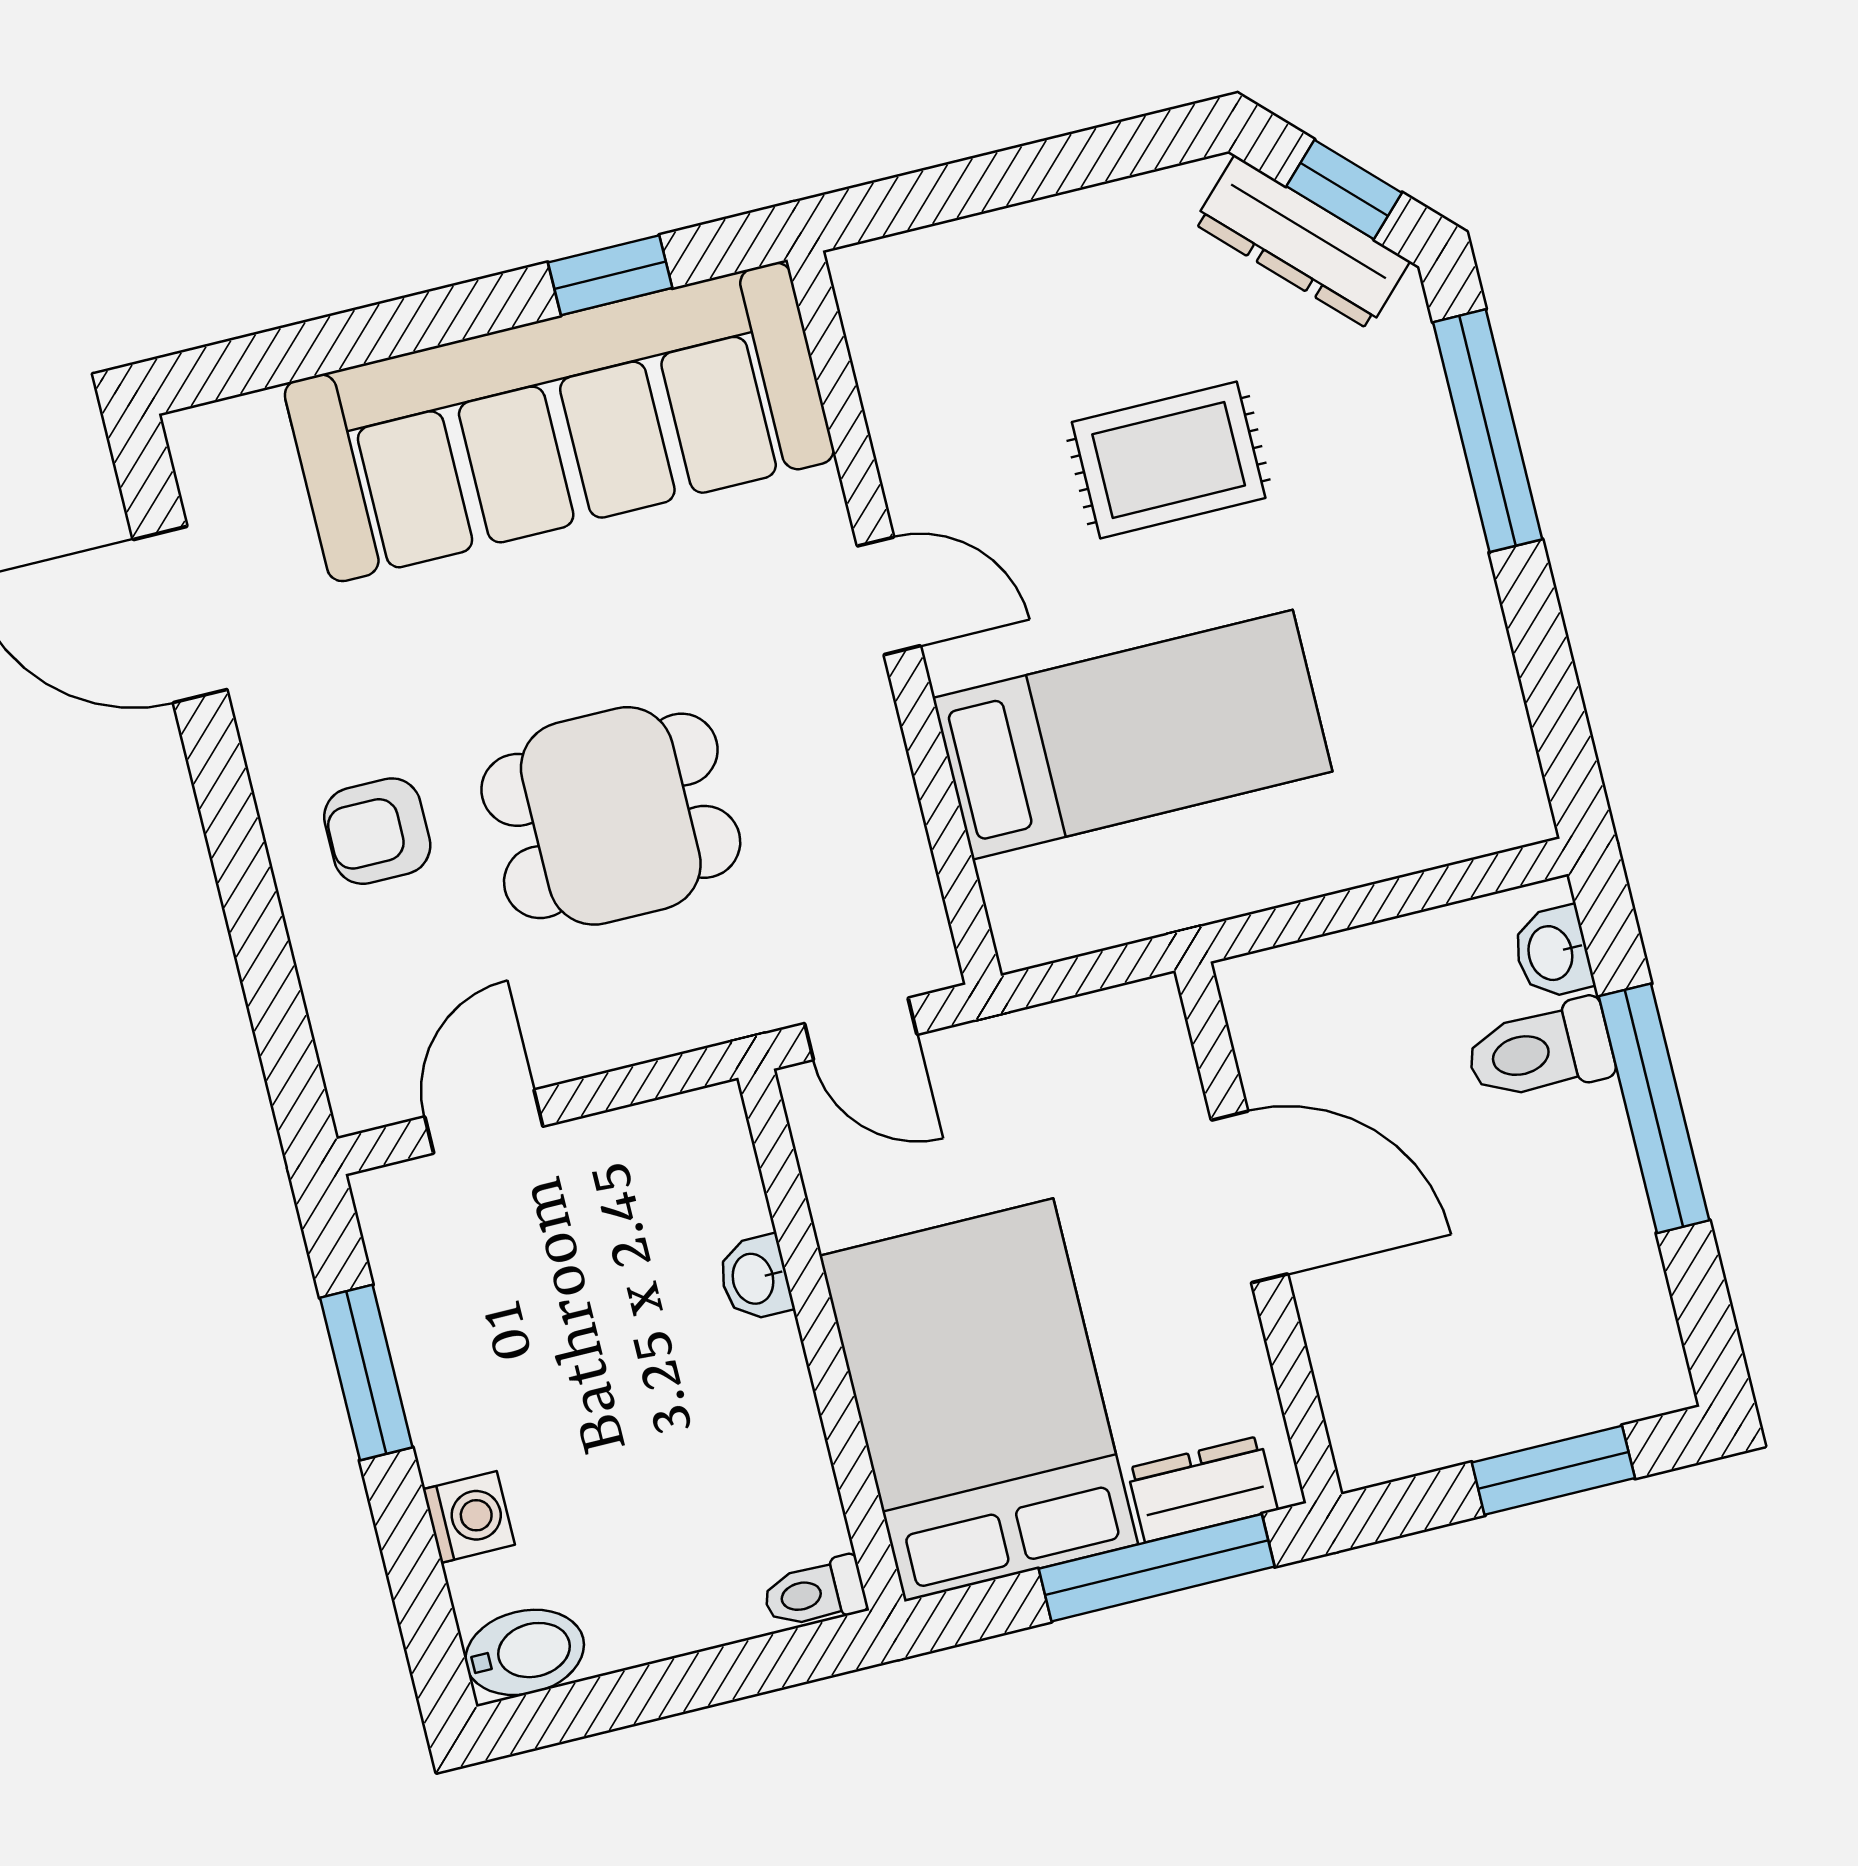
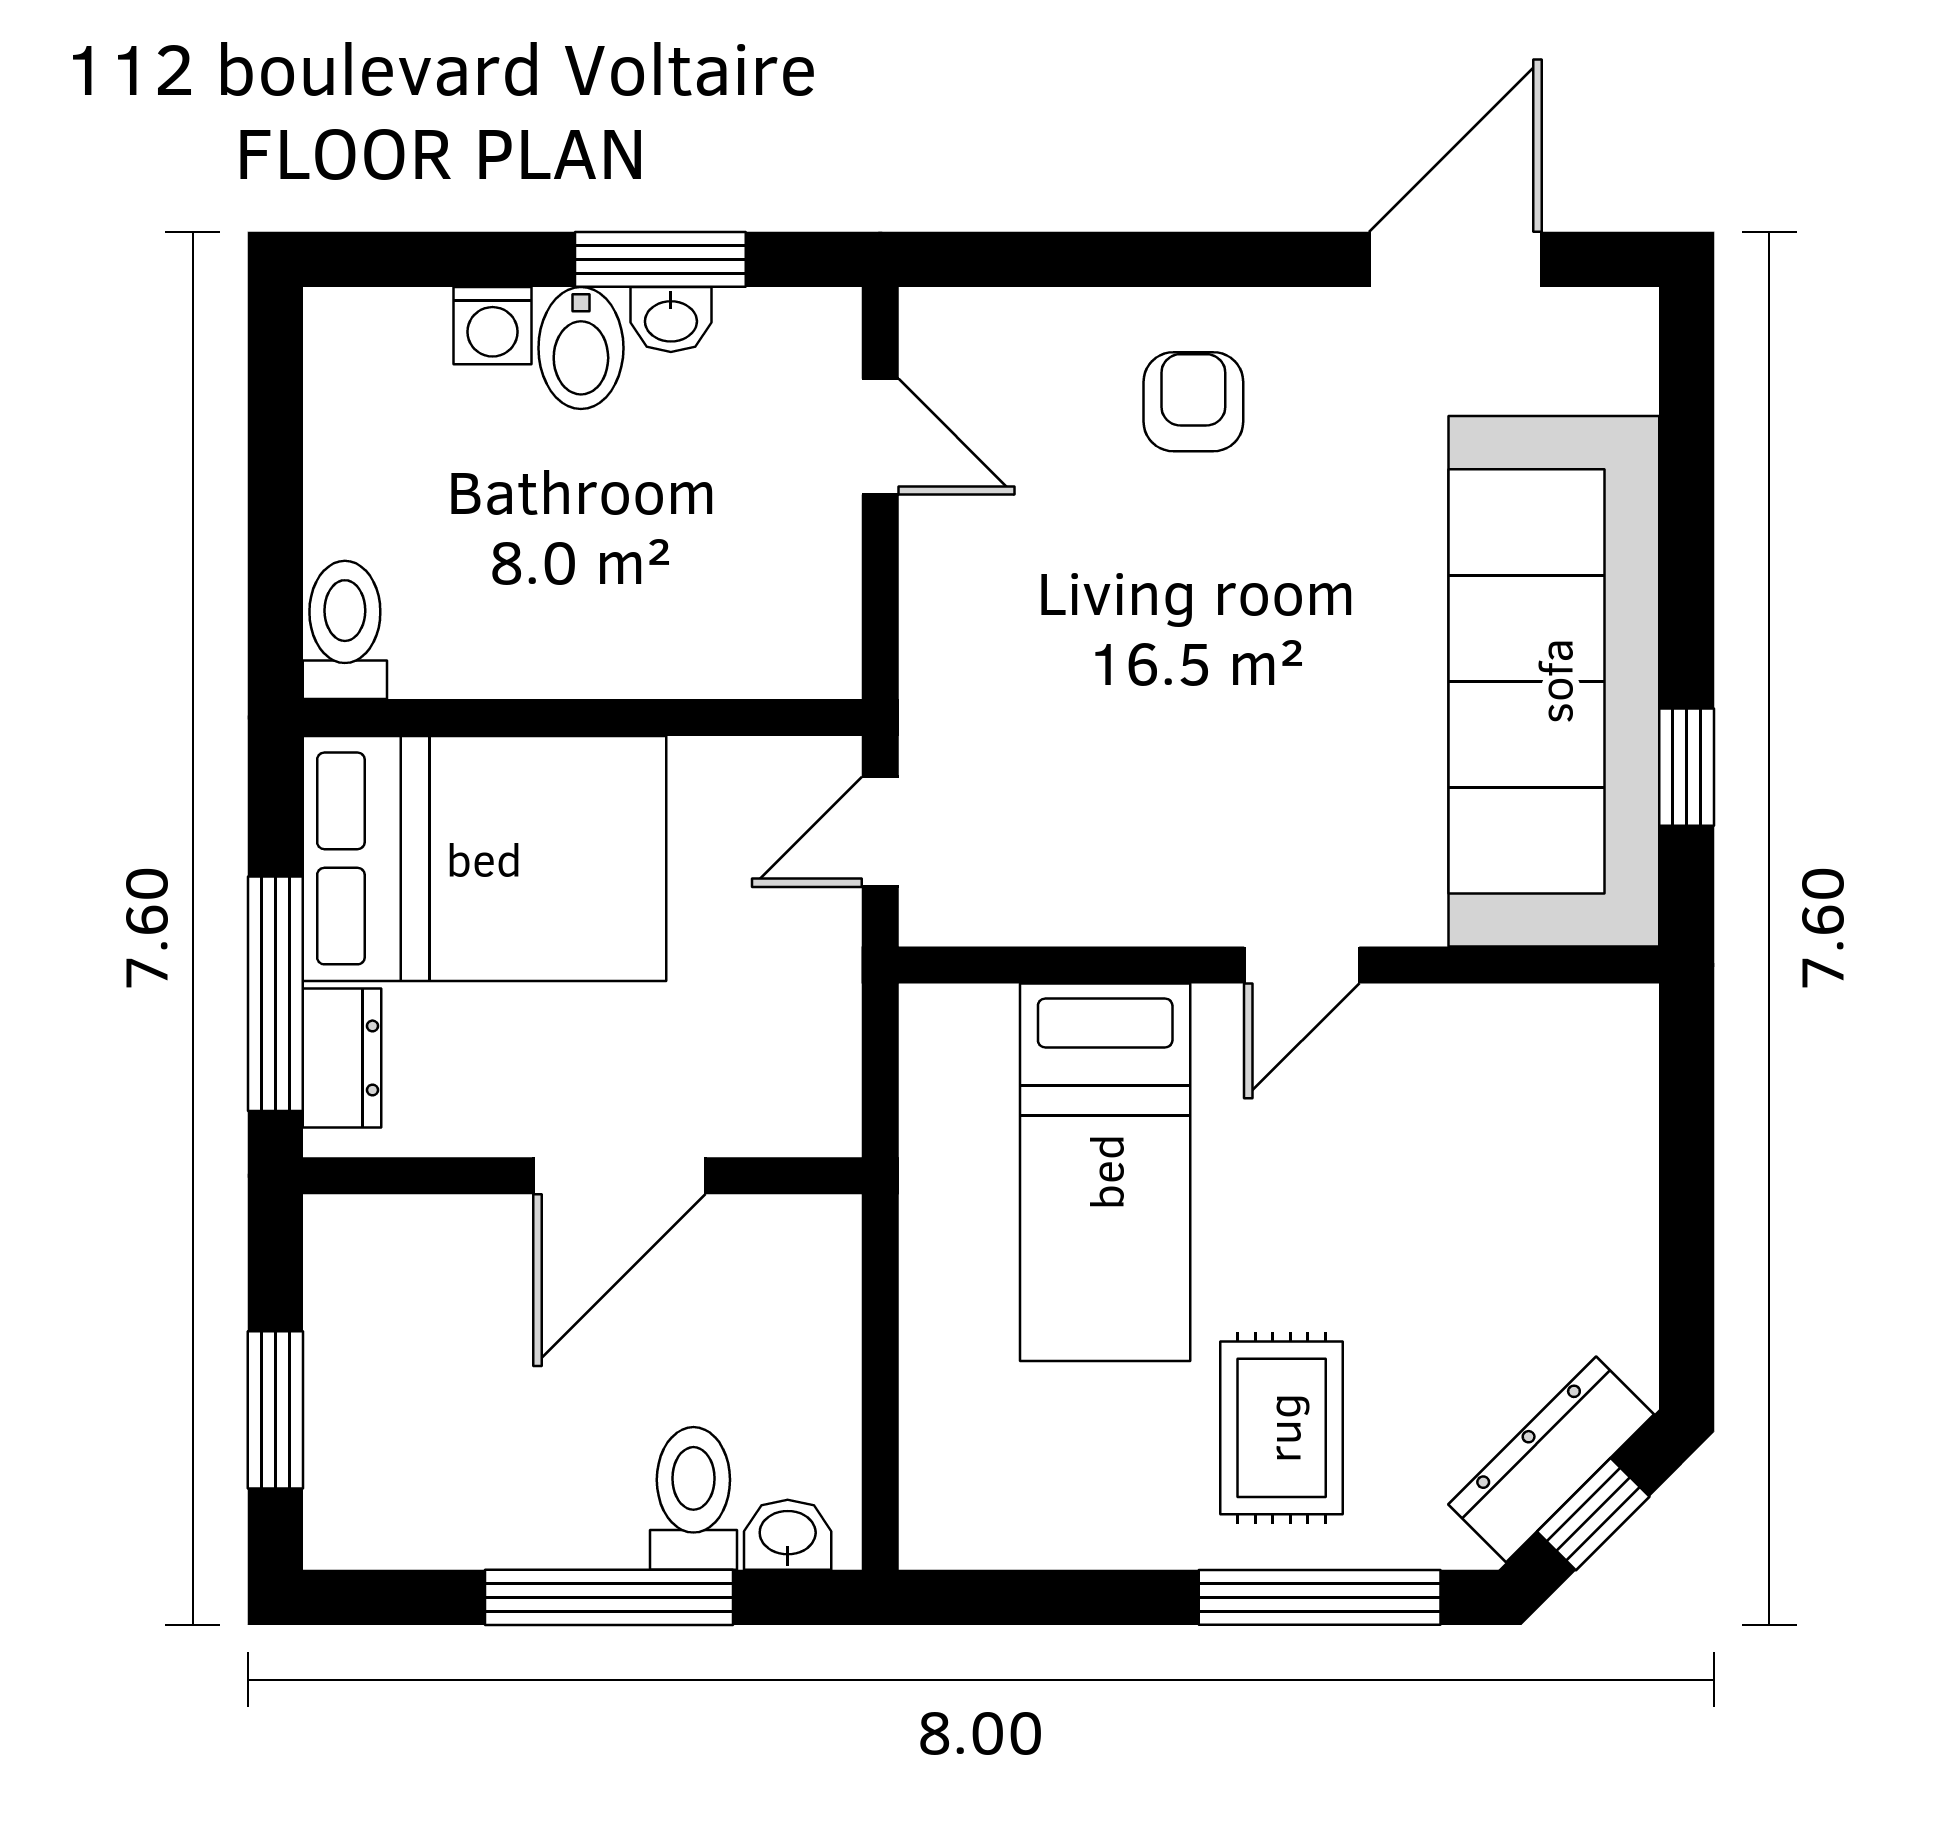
rug: (1169, 460) -> (1282, 1428), moved
dining table: (611, 816) -> (1152, 636), removed
washbasin: (755, 1278) -> (671, 319), moved, turned 180
toilet: (815, 1593) -> (345, 630), width x1.37, depth x1.39
bidet: (525, 1652) -> (581, 348), moved

